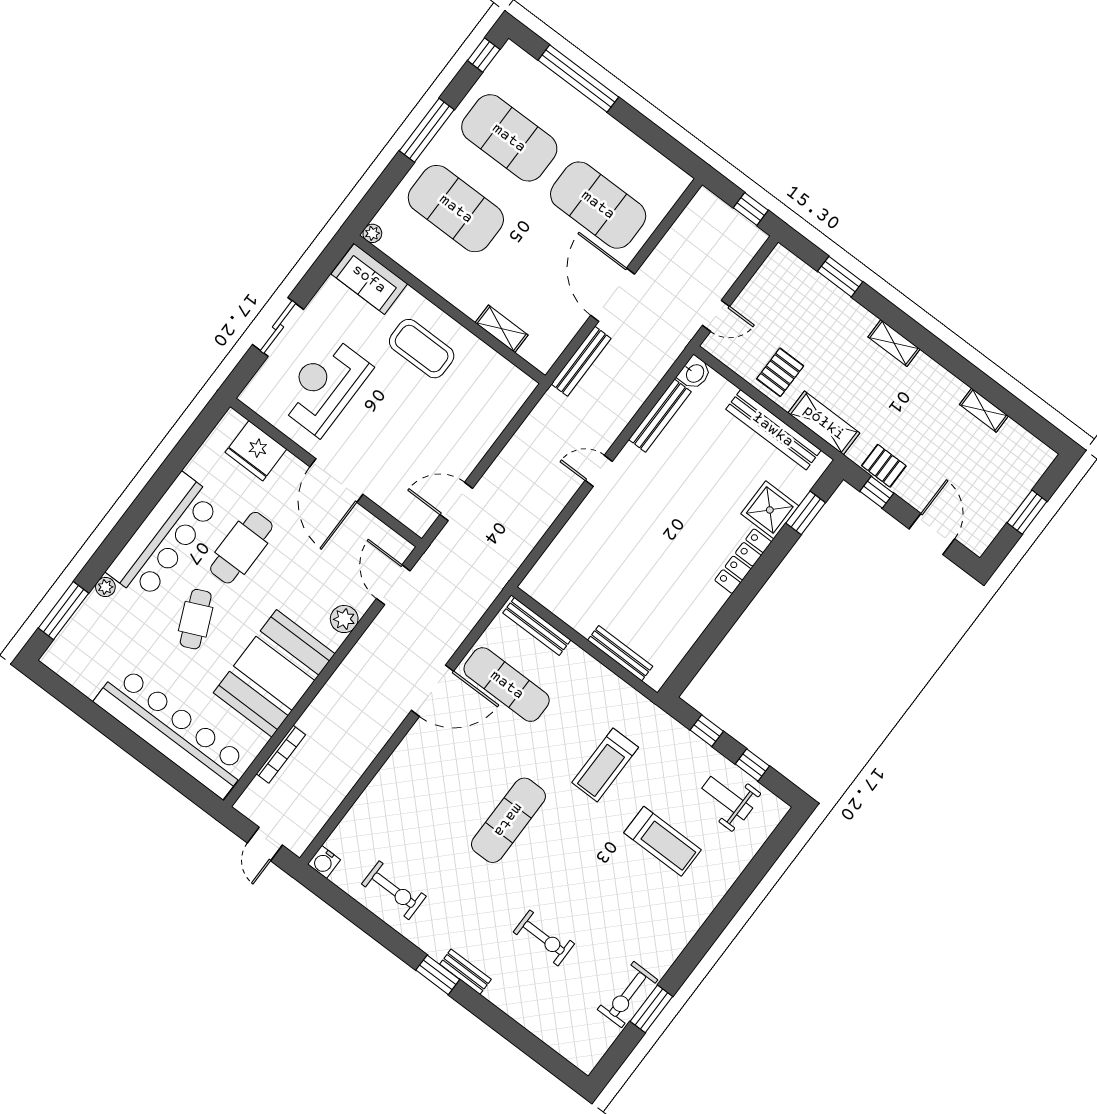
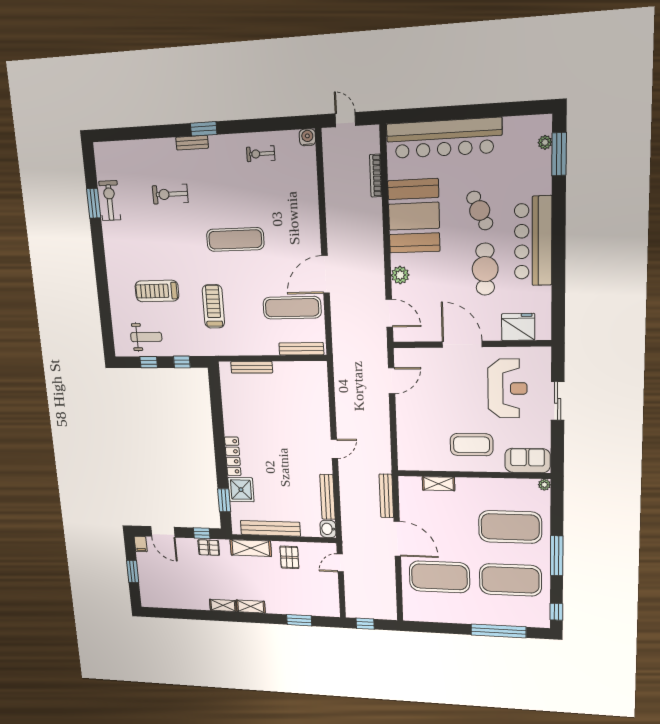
shelving: (984, 410) -> (223, 605), moved
filing cabinet: (980, 541) -> (141, 544), added
plant: (105, 587) -> (545, 142), moved
exercise mat: (508, 820) -> (235, 239), turned 90
exercise bike: (394, 890) -> (261, 154), width x0.73, depth x0.72

